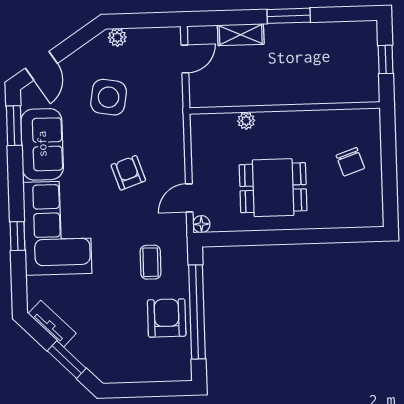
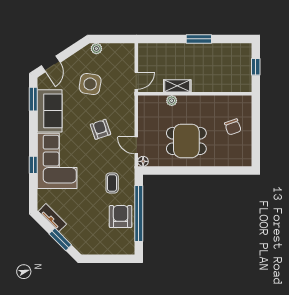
shelving: (241, 35) -> (177, 86), moved
door: (185, 59) -> (136, 81), moved
door: (189, 198) -> (136, 145), hinge flipped

